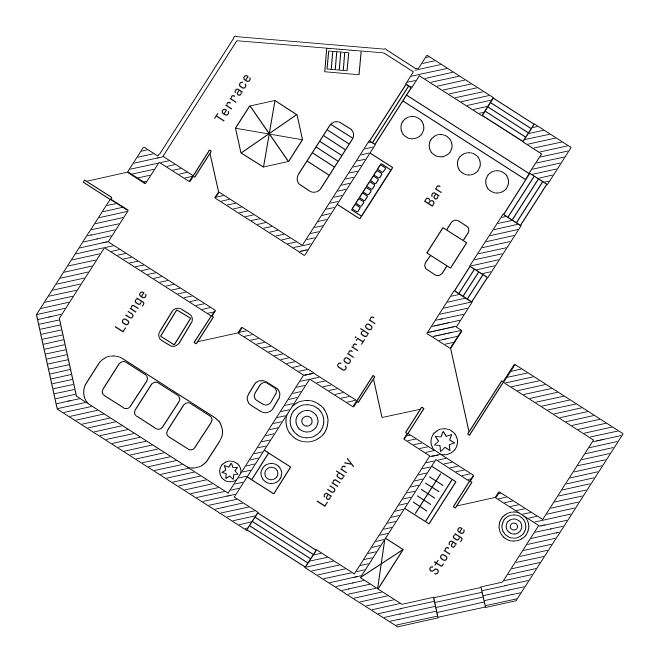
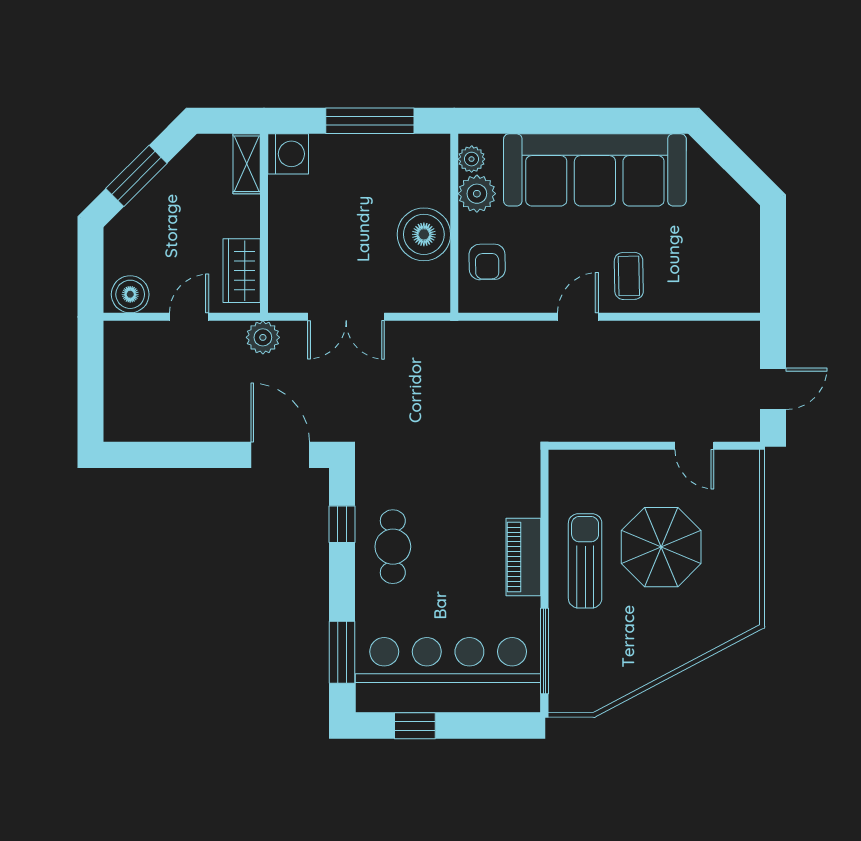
barbecue: (343, 61) -> (632, 675), removed
window: (508, 120) -> (415, 726), width x0.67
door: (483, 356) -> (280, 455), width x0.73
boiler: (307, 421) -> (424, 234), moved
plant: (241, 446) -> (477, 194), added
washing machine: (269, 472) -> (288, 154), moved, turned 180

